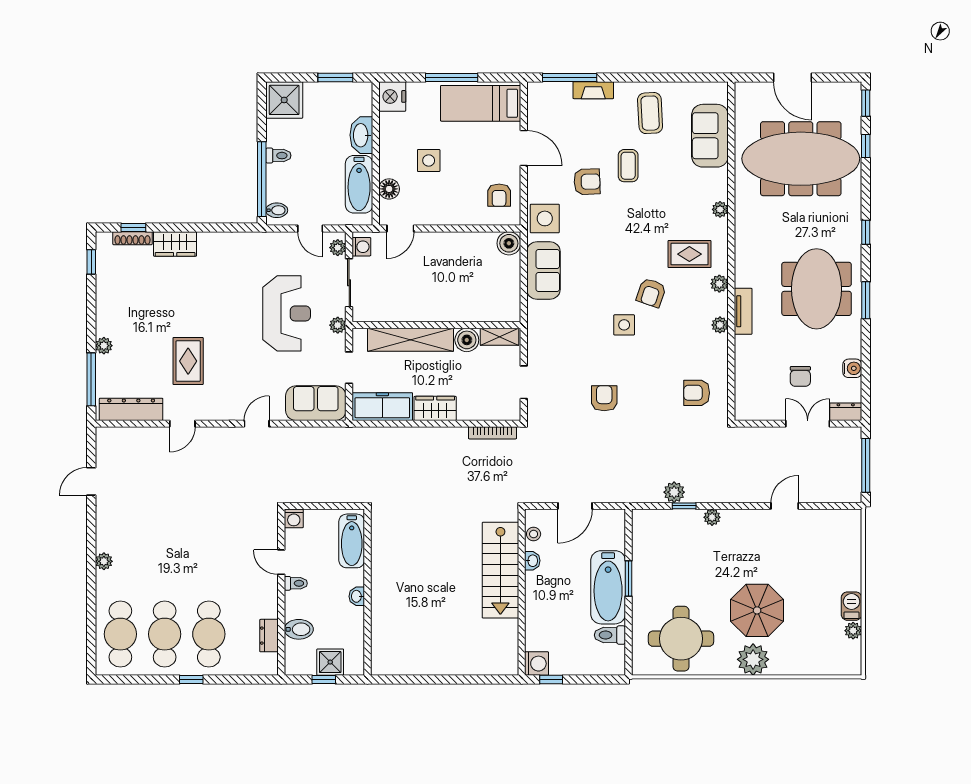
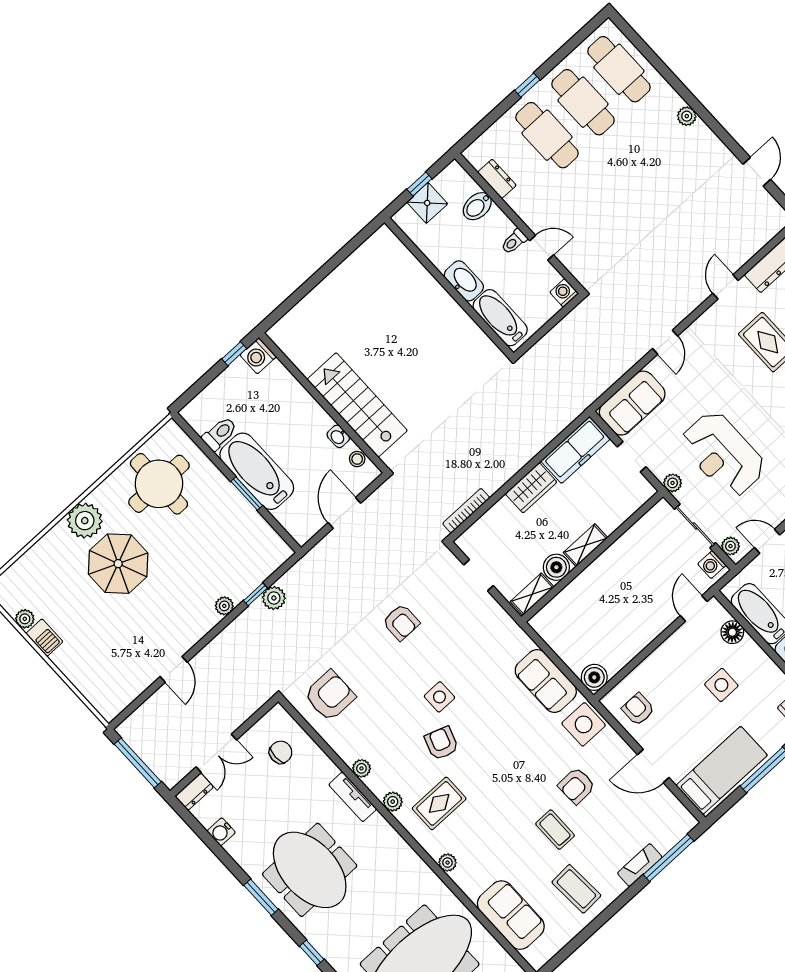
shelving: (411, 340) -> (585, 545), width x0.45, depth x0.75
chair: (800, 376) -> (281, 752), moved, turned 90
armchair: (697, 393) -> (330, 696), width x1.38, depth x1.38
washbasin: (357, 596) -> (464, 281), width x1.91, depth x1.45

